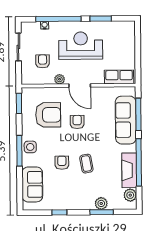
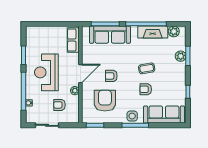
sofa: (32, 184) -> (164, 115), width x1.36

